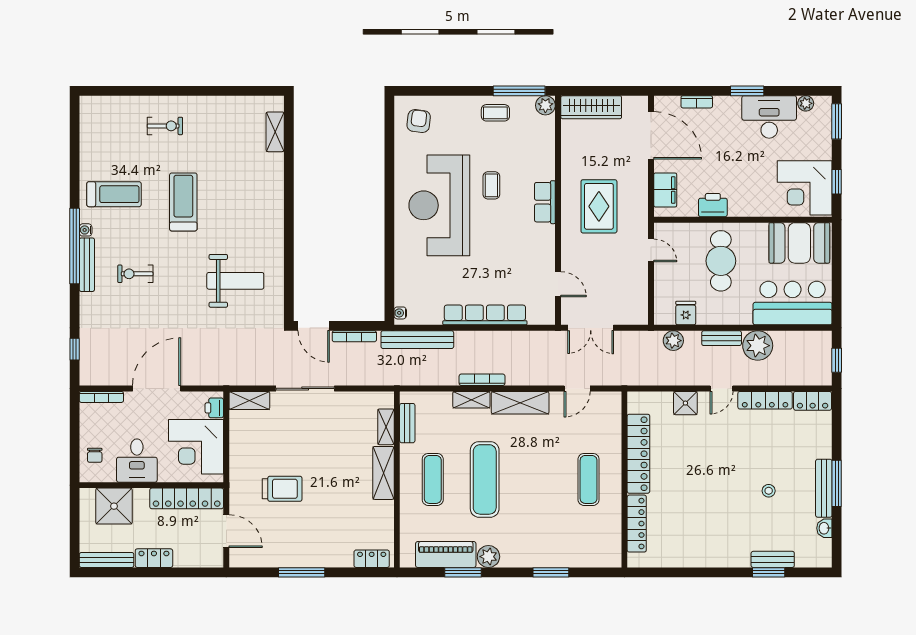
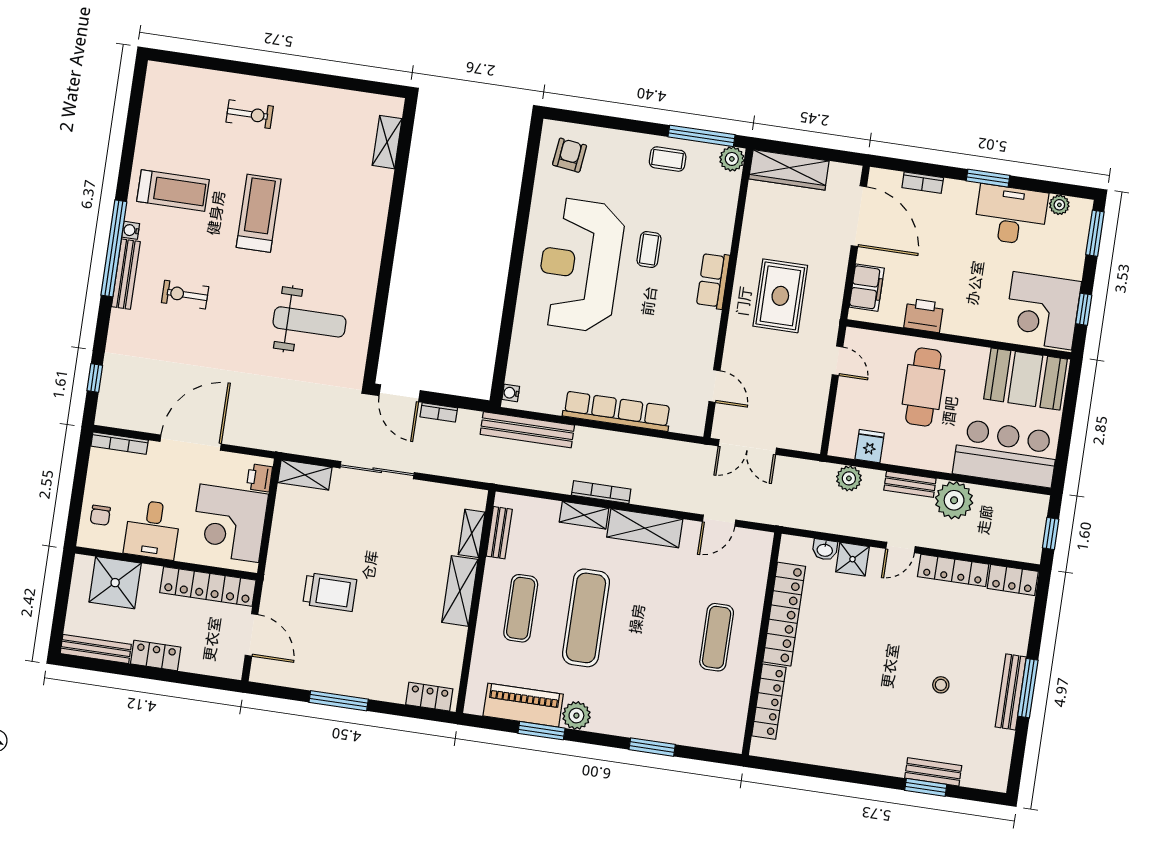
bookcase: (354, 336) -> (439, 412), width x0.64
washbasin: (824, 528) -> (825, 550), moved, turned -90

